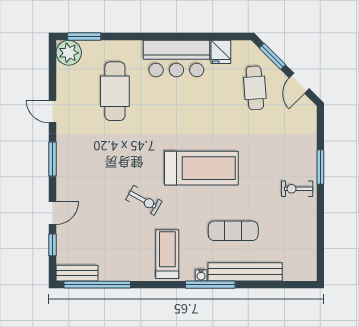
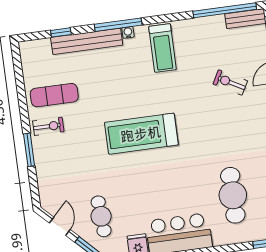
exercise bike: (144, 200) -> (230, 82), moved
exercise mat: (233, 231) -> (54, 95), moved
window: (271, 285) -> (61, 32), added

